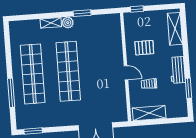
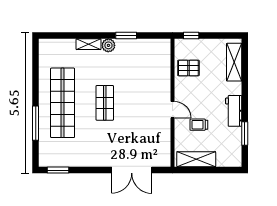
pallet: (144, 48) -> (188, 68), moved
shop shelf: (68, 71) -> (105, 103), width x0.50, depth x0.74

